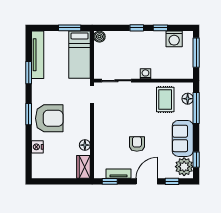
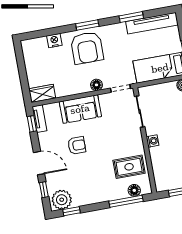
sofa: (183, 138) -> (80, 109), moved, turned 180
floor lamp: (85, 145) -> (96, 85), moved
tv unit: (119, 174) -> (39, 119), moved

